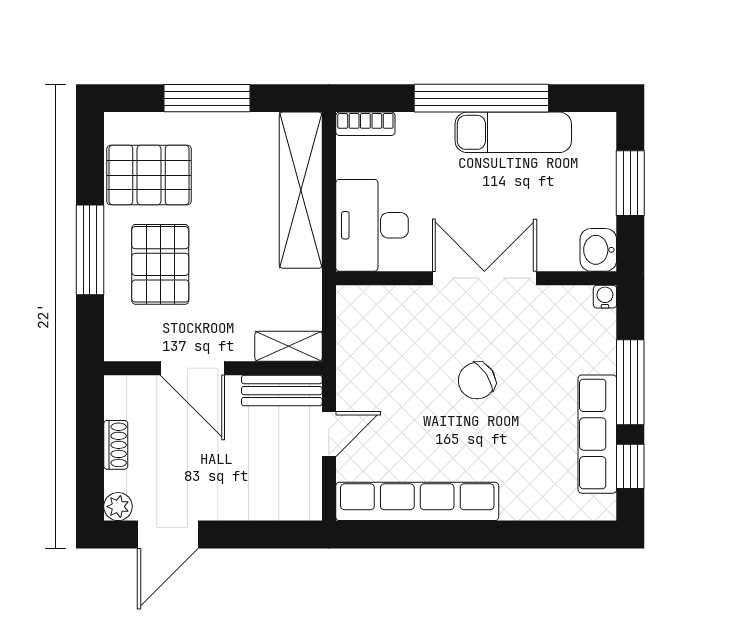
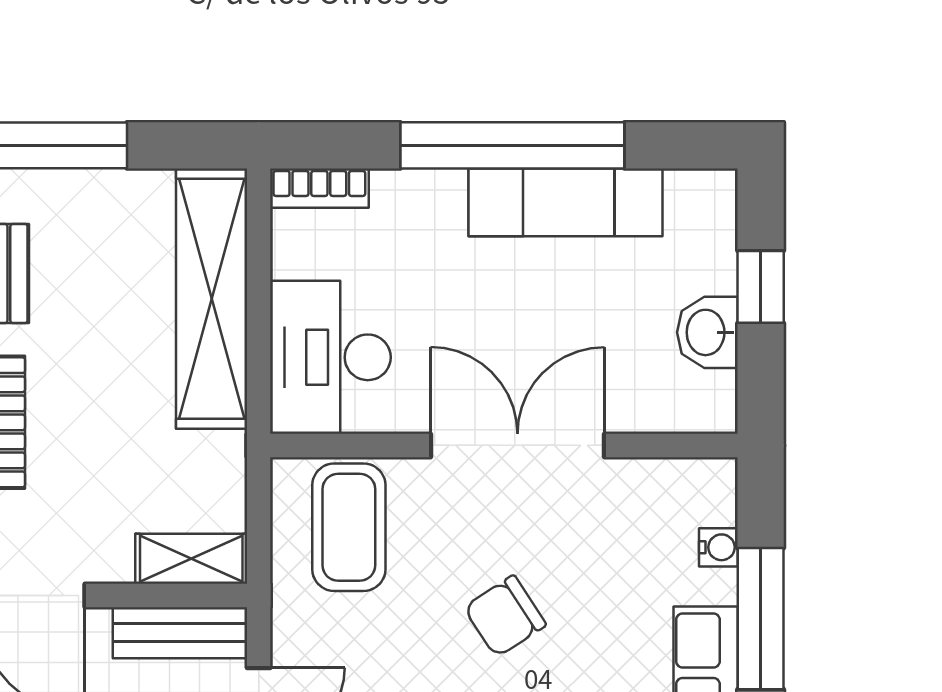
window: (630, 183) -> (761, 287), width x0.67
washbasin: (598, 250) -> (707, 332), moved
water cooler: (605, 297) -> (718, 547), moved, turned 90
coffee table: (383, 327) -> (349, 527), added

